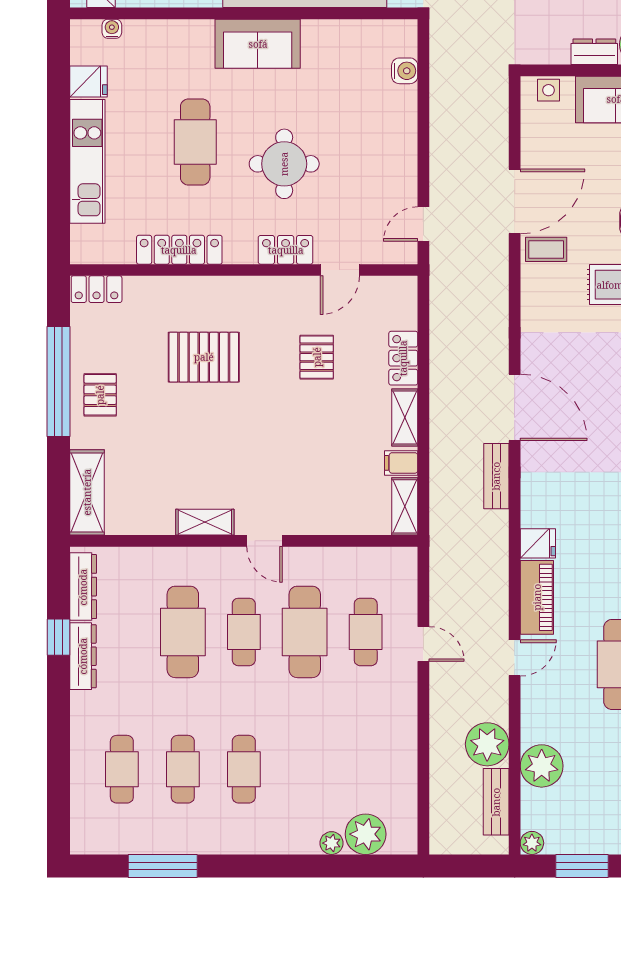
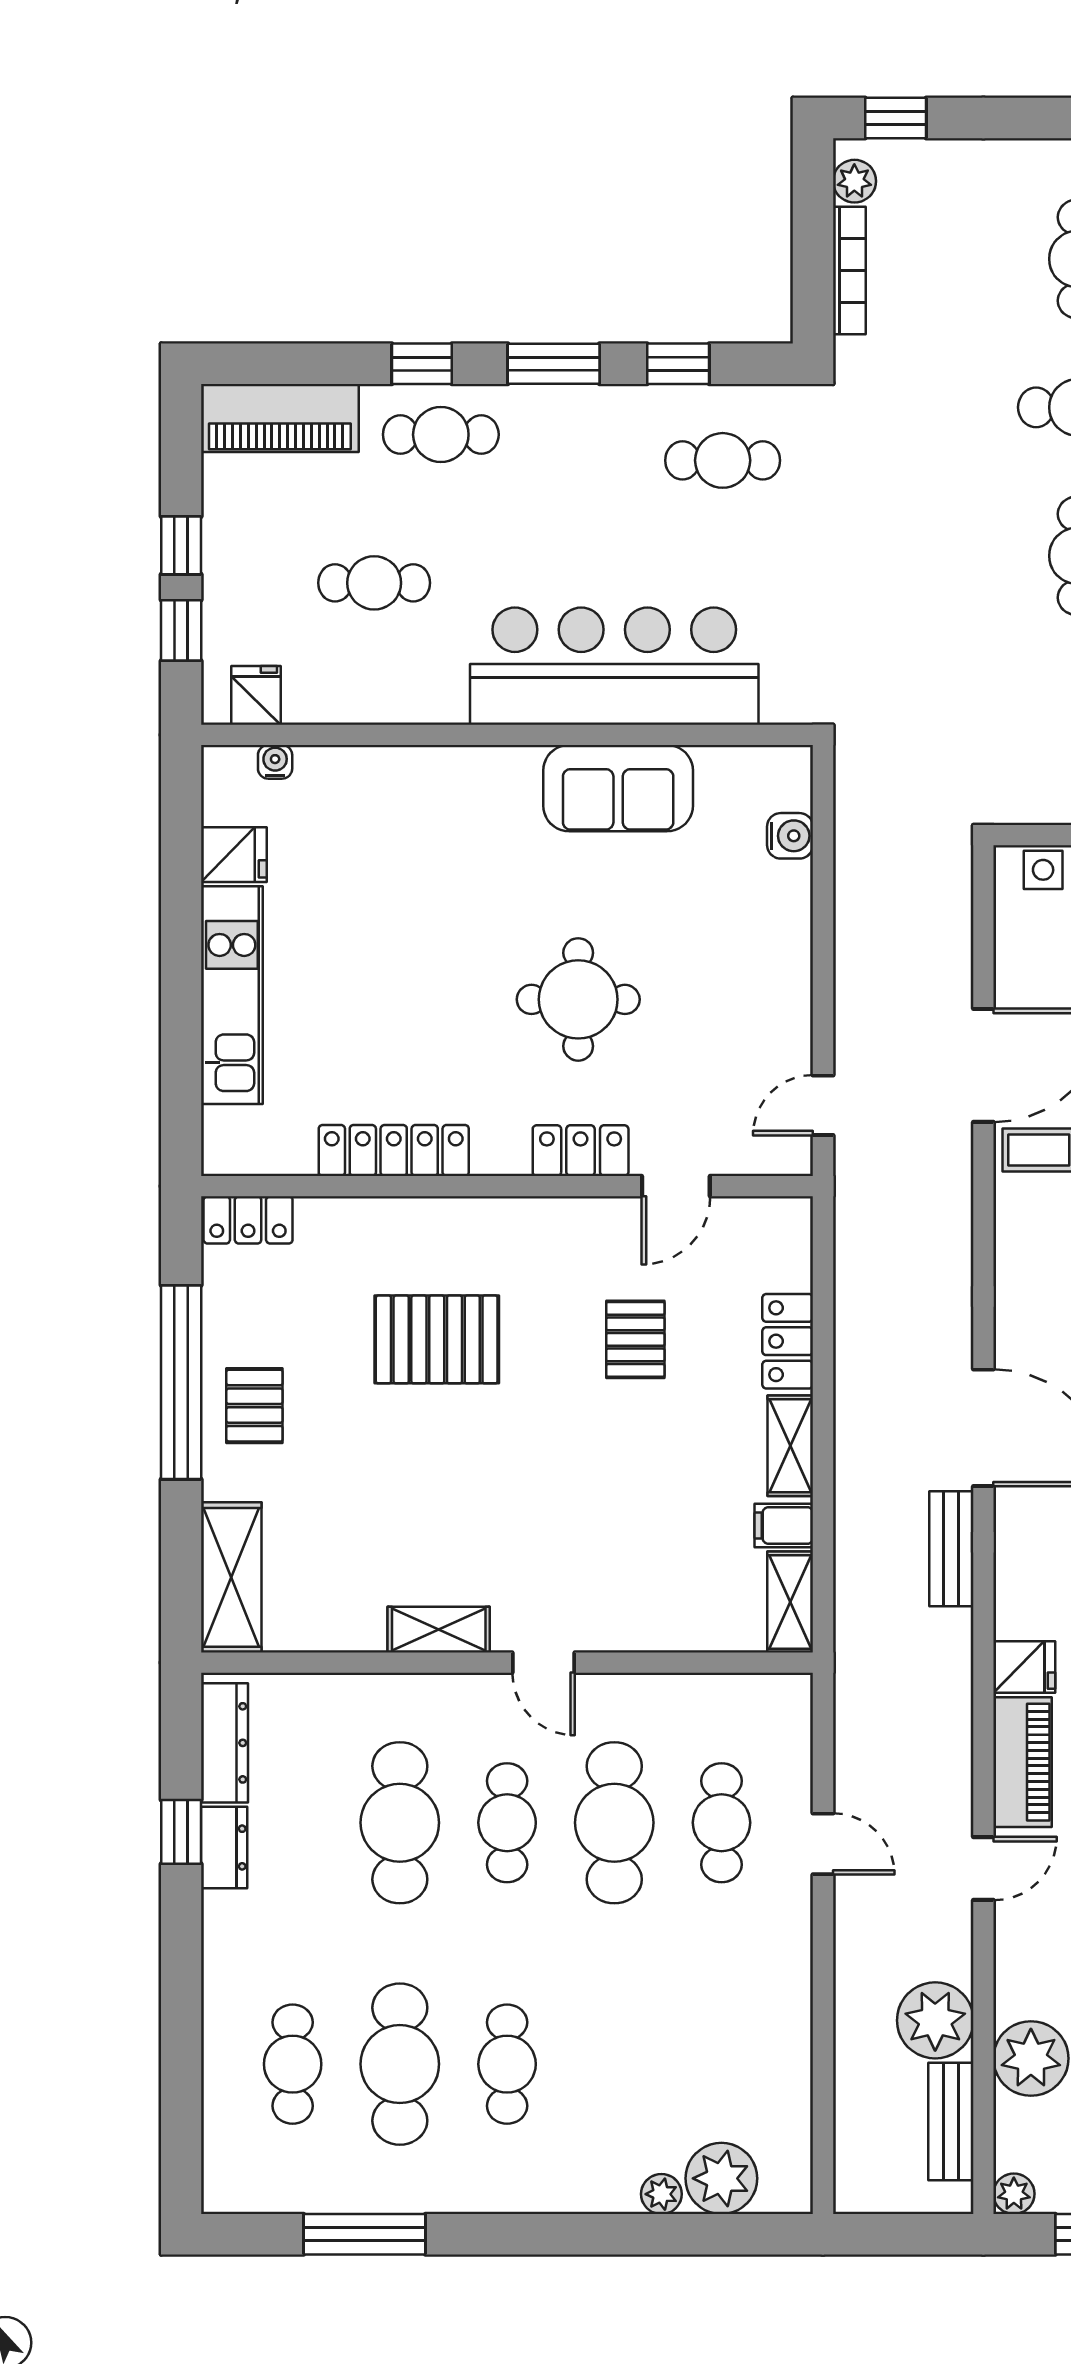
sofa: (258, 44) -> (618, 788), moved
cafe table: (195, 142) -> (422, 961), removed
dresser: (83, 656) -> (224, 1848), width x0.70
cafe table: (183, 769) -> (400, 2064), width x1.37, depth x1.35

